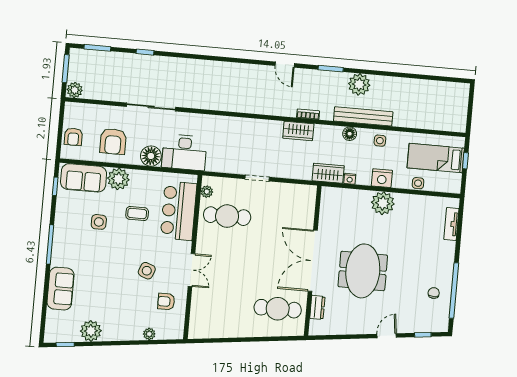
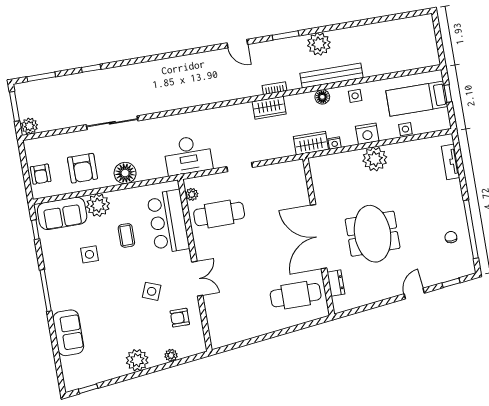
desk: (184, 152) -> (188, 155), moved
coffee table: (137, 214) -> (126, 235), turned 90
plant: (91, 331) -> (137, 360), moved

